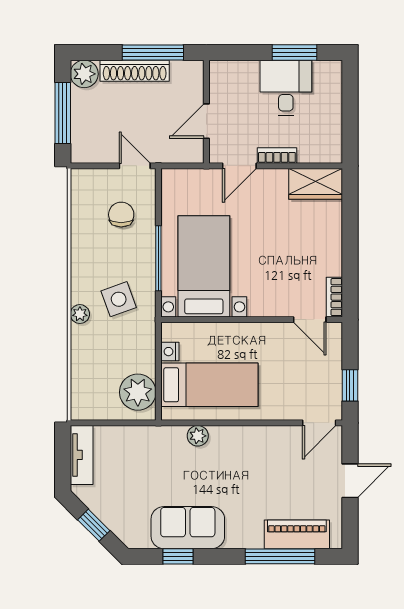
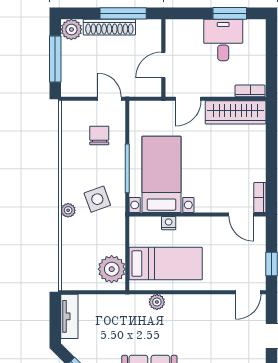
bookcase: (277, 155) -> (250, 91), moved
wardrobe: (316, 184) -> (236, 112), width x1.50
nightstand: (170, 352) -> (169, 223), moved, turned 90

